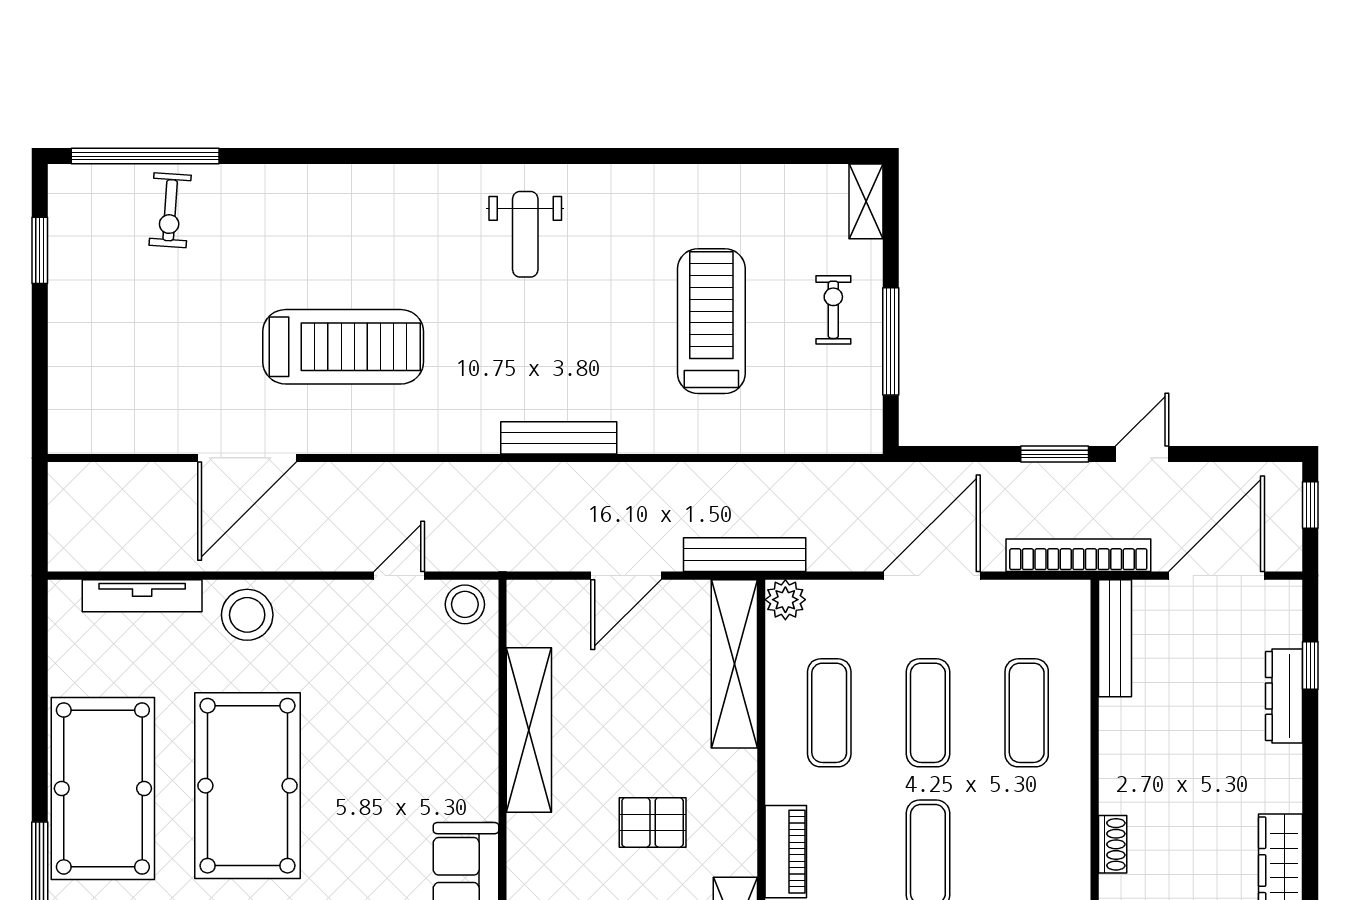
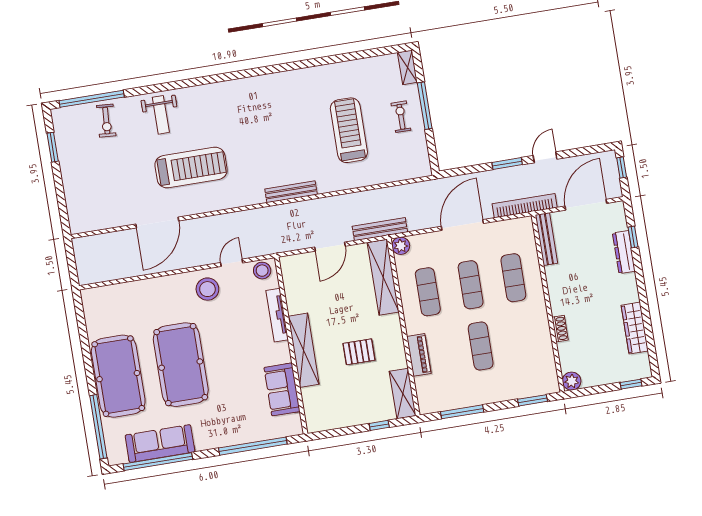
weight bench: (525, 234) -> (161, 115), moved
window: (891, 341) -> (425, 106), moved
tv unit: (142, 596) -> (277, 315), moved, turned 90
stool: (247, 615) -> (207, 289), moved
shelving: (529, 730) -> (304, 350), moved

